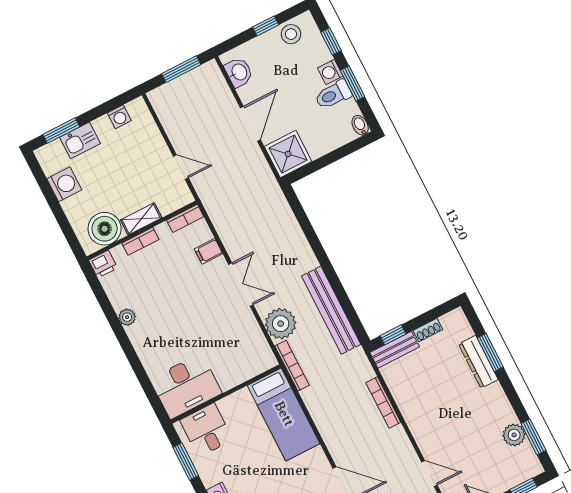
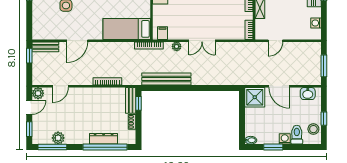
window: (331, 41) -> (300, 147), removed
toilet: (333, 95) -> (297, 135), moved
filing cabinet: (208, 251) -> (163, 33), moved
plant: (281, 324) -> (177, 46), width x0.53, depth x0.53
window: (490, 352) -> (105, 147), width x2.11
window: (533, 437) -> (52, 147), width x1.44

